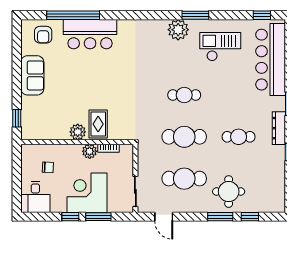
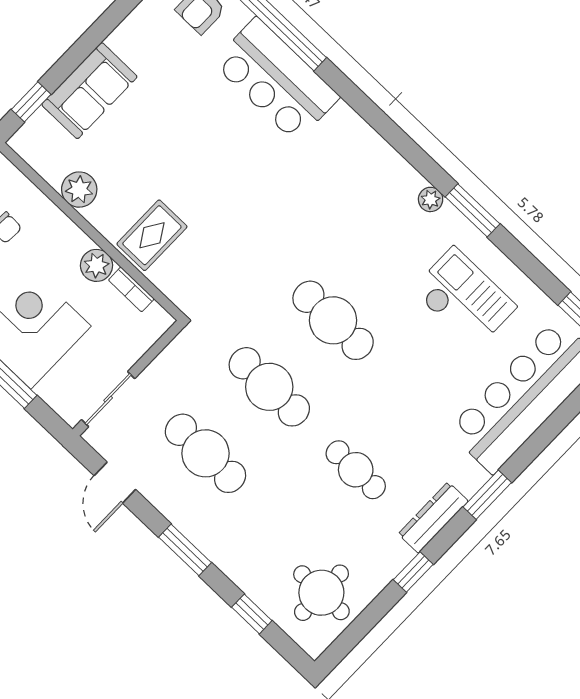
plant: (178, 30) -> (431, 199), width x0.53, depth x0.53
sofa: (32, 75) -> (89, 91), moved
cafe table: (184, 95) -> (333, 320), width x1.37, depth x1.35
plant: (78, 132) -> (79, 190), moved
round table: (229, 192) -> (321, 593), moved
window: (220, 217) -> (185, 550), moved

